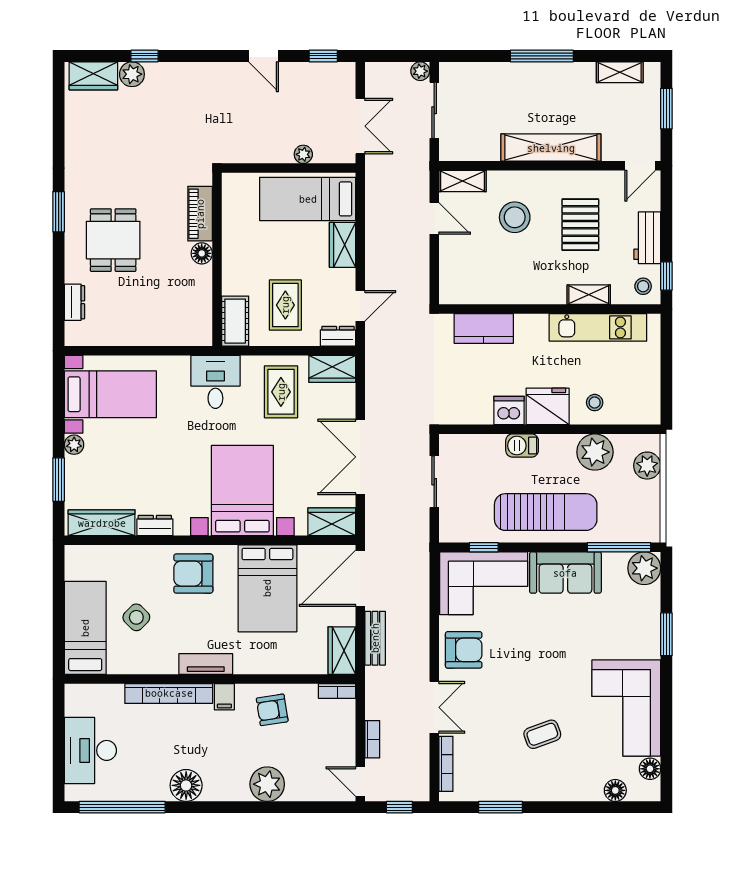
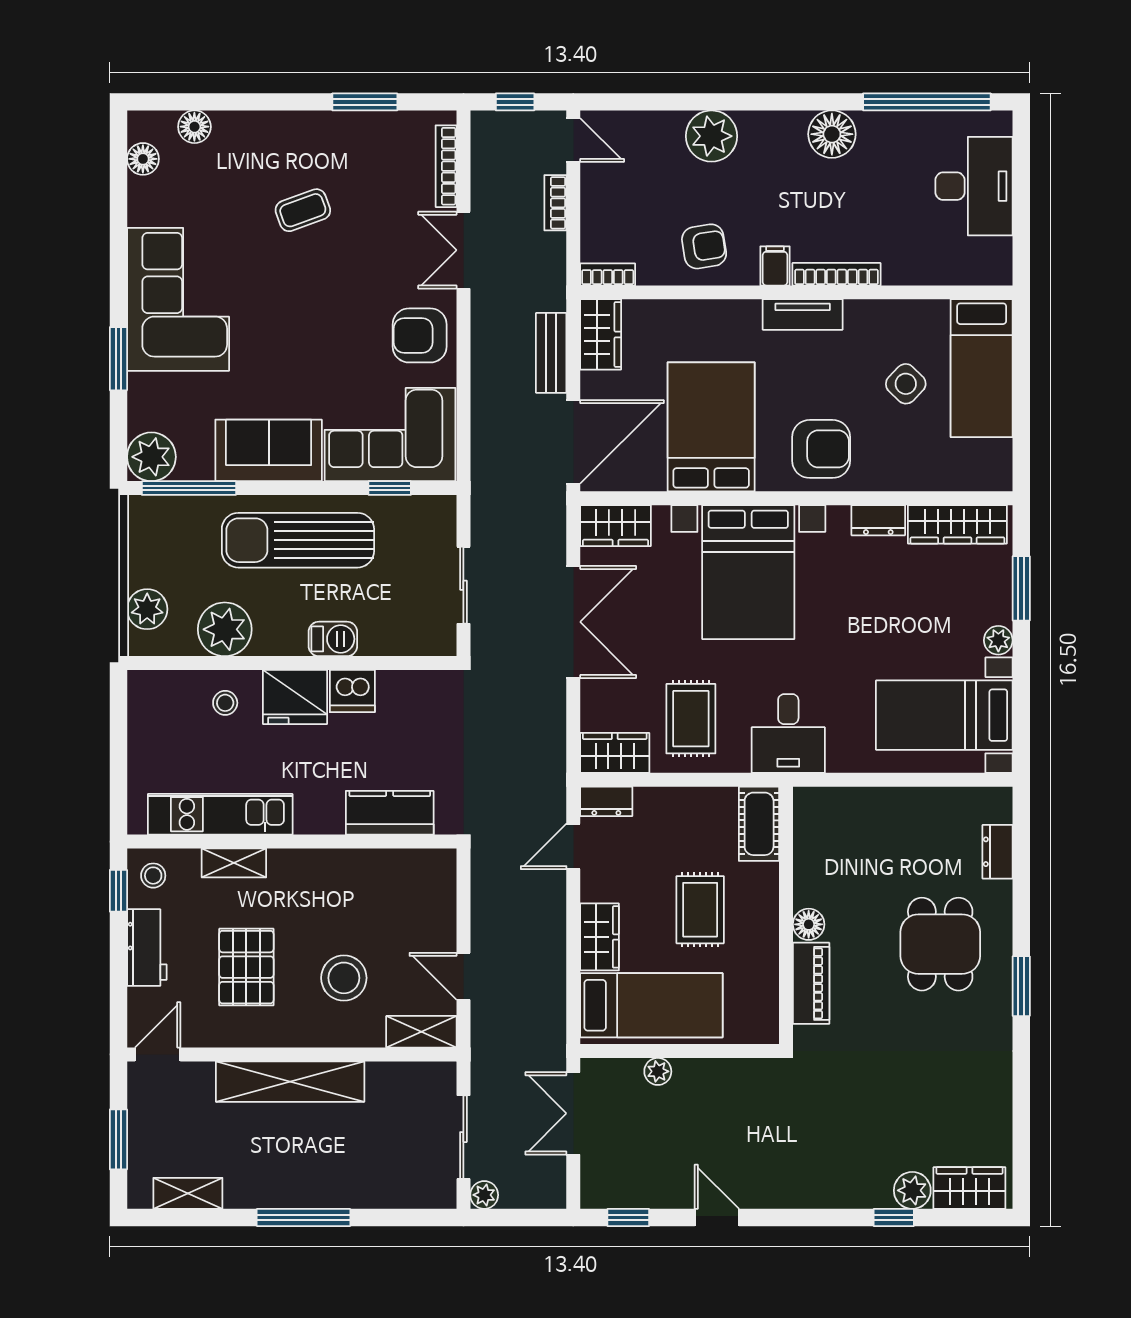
rug: (285, 305) -> (700, 910), moved
bookcase: (169, 693) -> (837, 274), width x0.68, depth x0.76
corner sofa: (626, 708) -> (178, 299), moved

